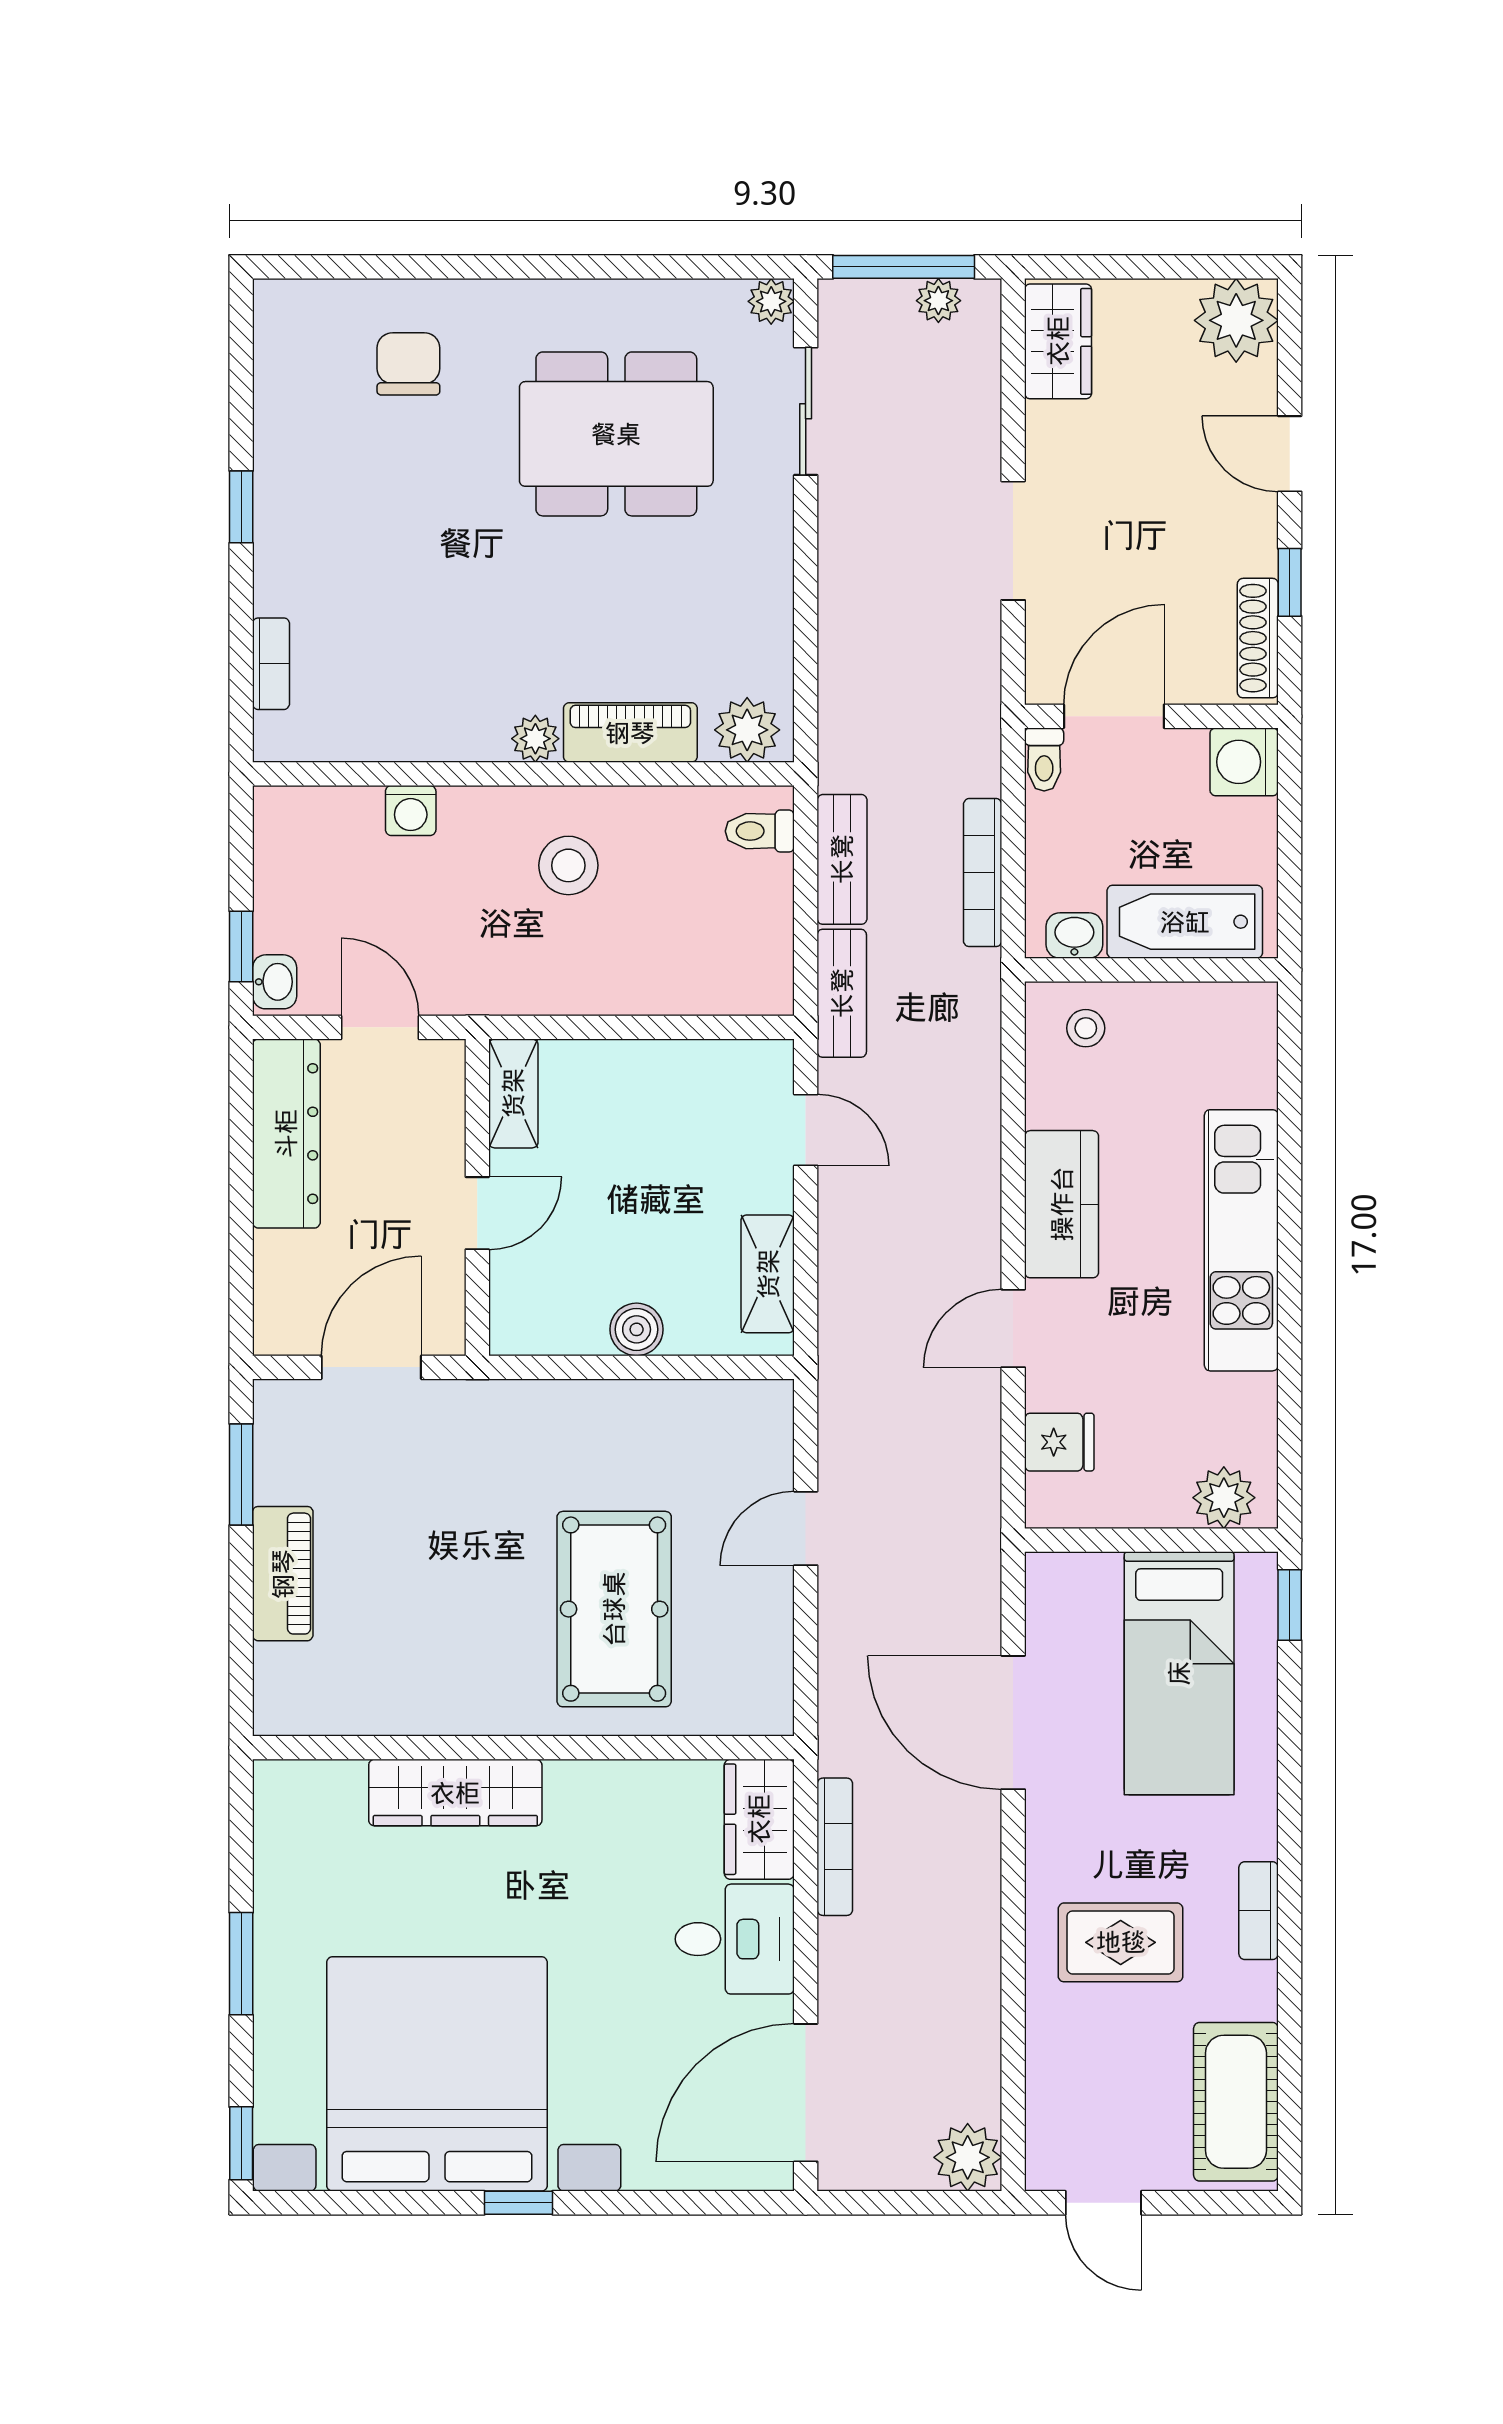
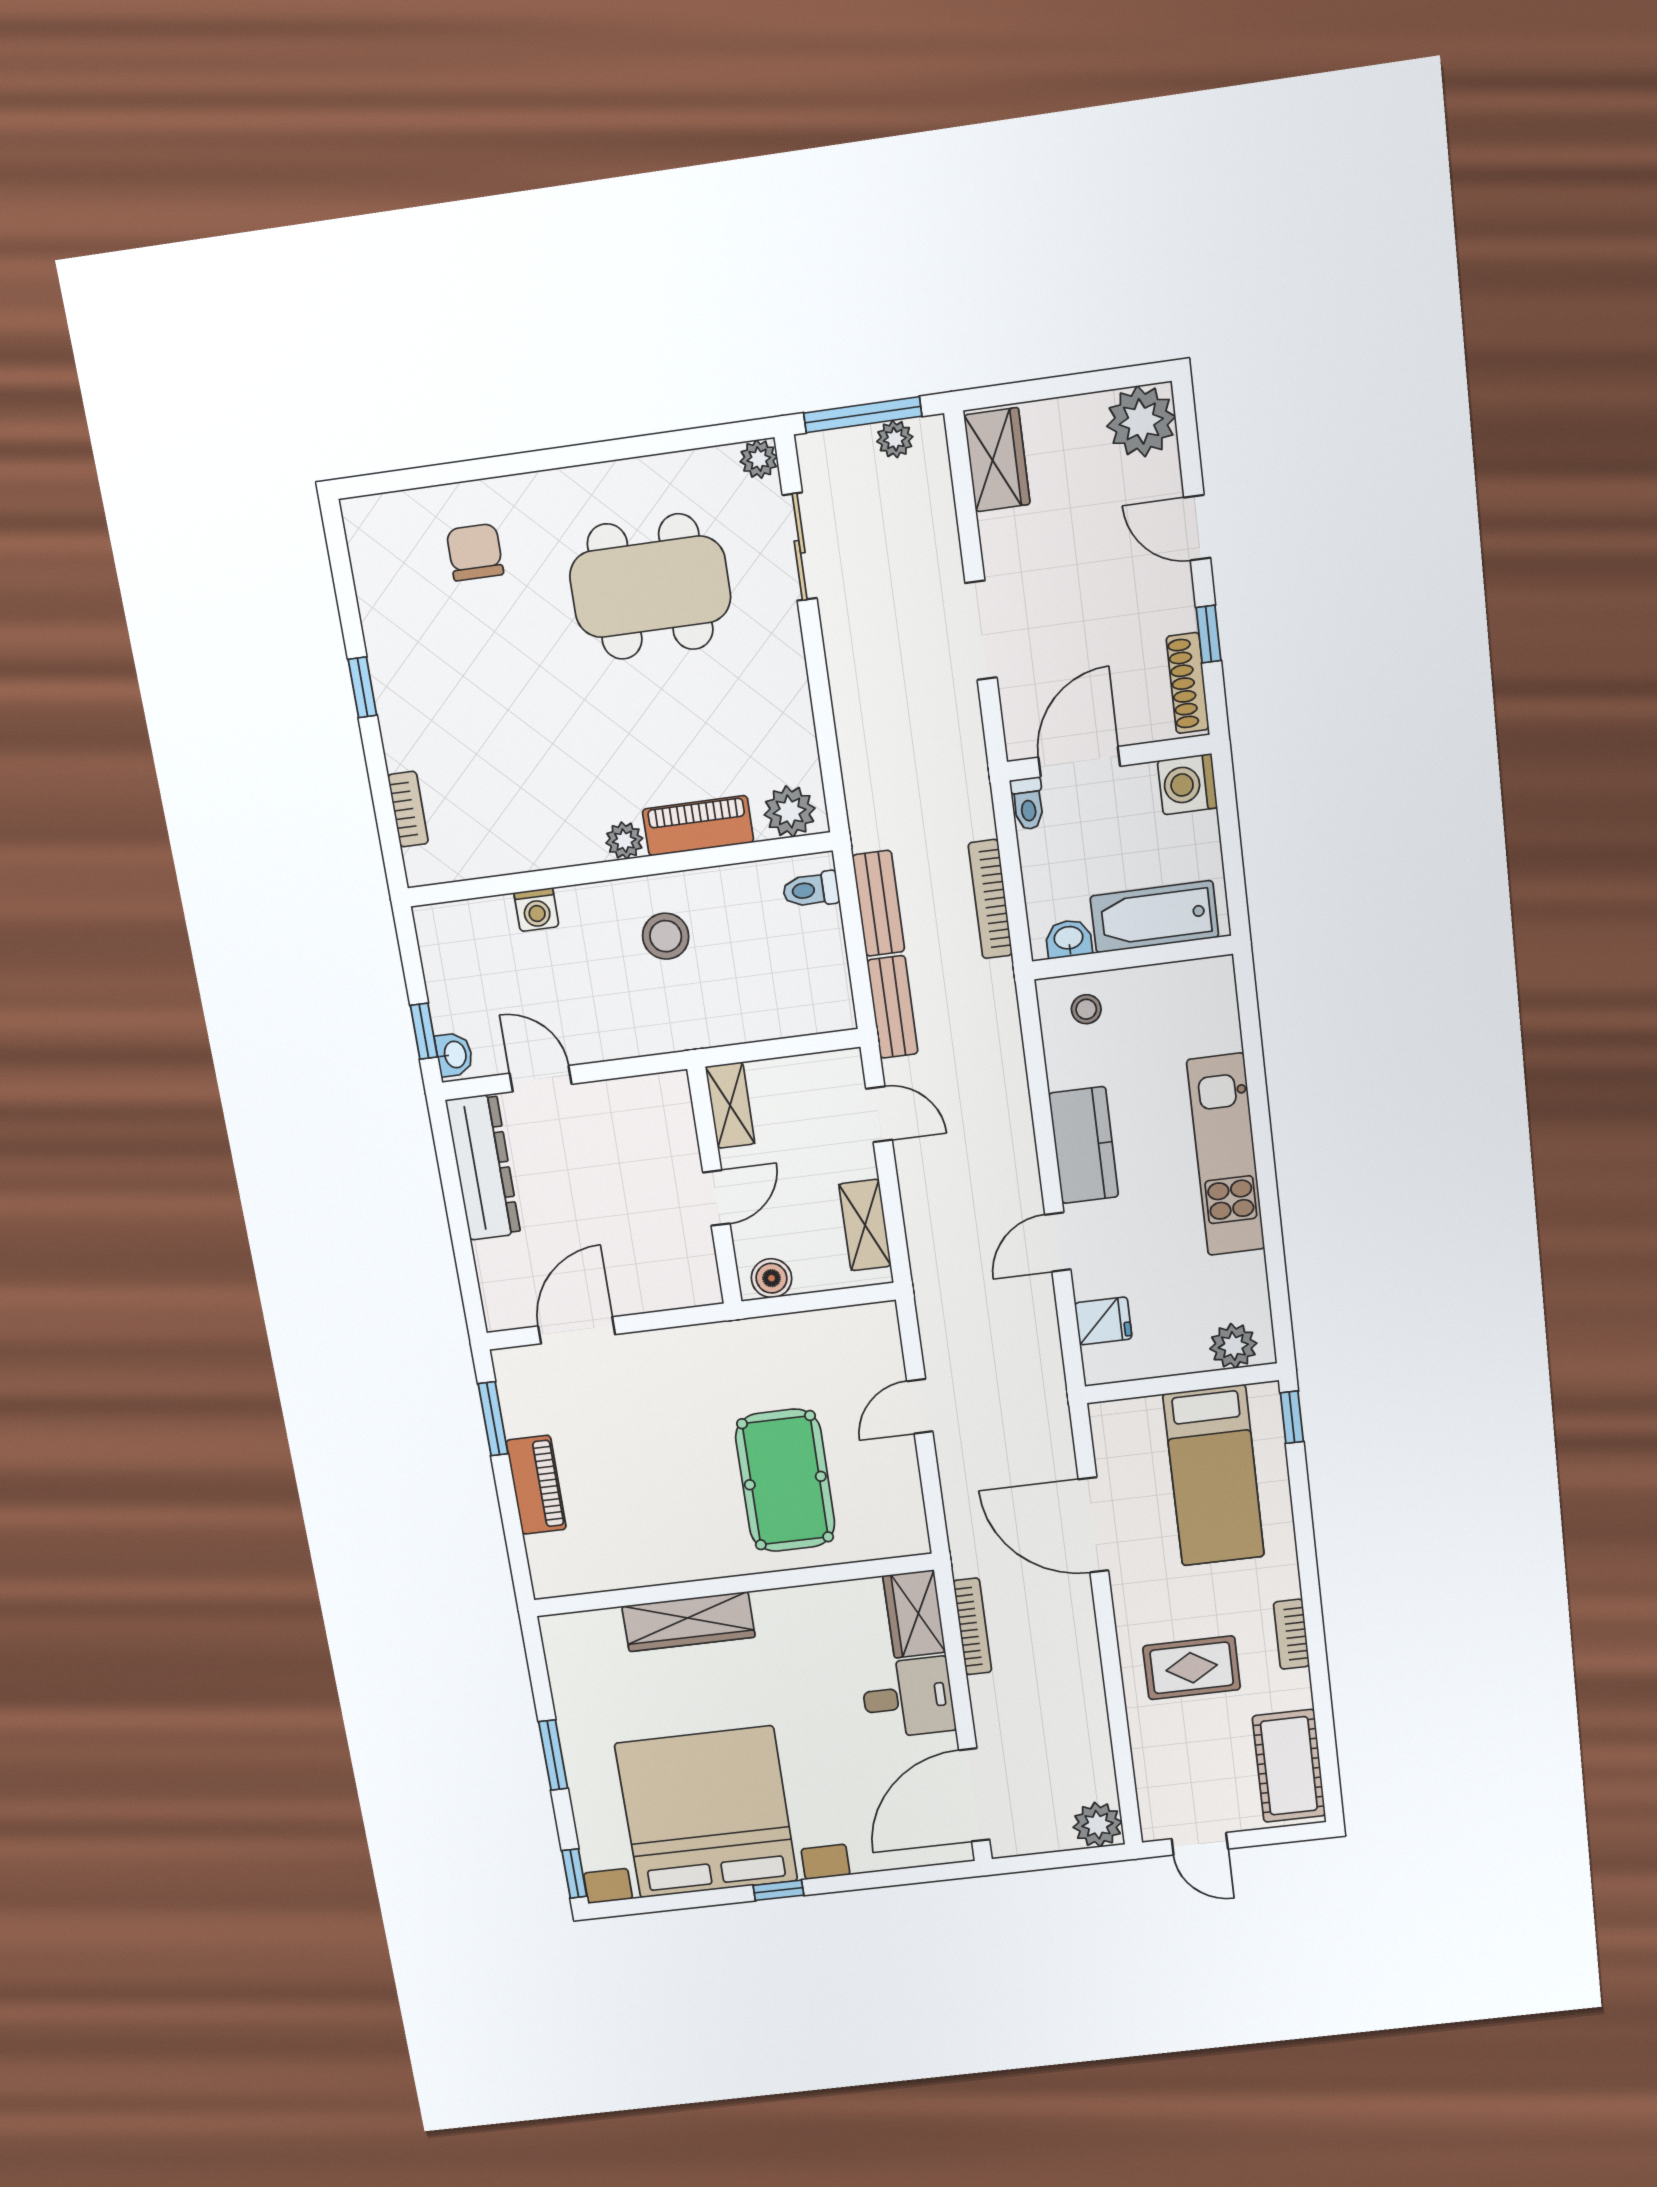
shelving: (513, 1093) -> (730, 1105), moved
wall: (477, 1197) -> (715, 1186), moved
door: (477, 1213) -> (716, 1198), moved

